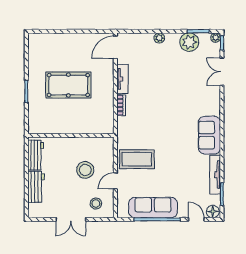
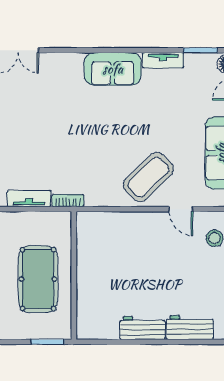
wall: (71, 135) -> (74, 275), moved
coffee table: (137, 159) -> (148, 177), turned 46
stool: (85, 170) -> (165, 254), removed
tv unit: (215, 175) -> (163, 60), width x0.71

